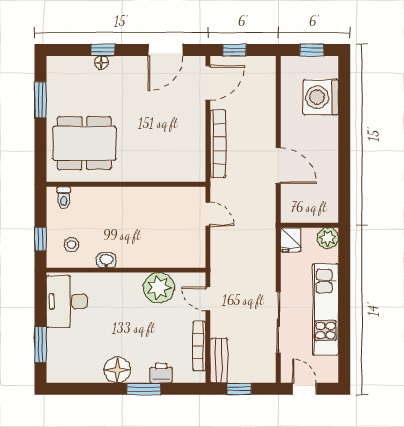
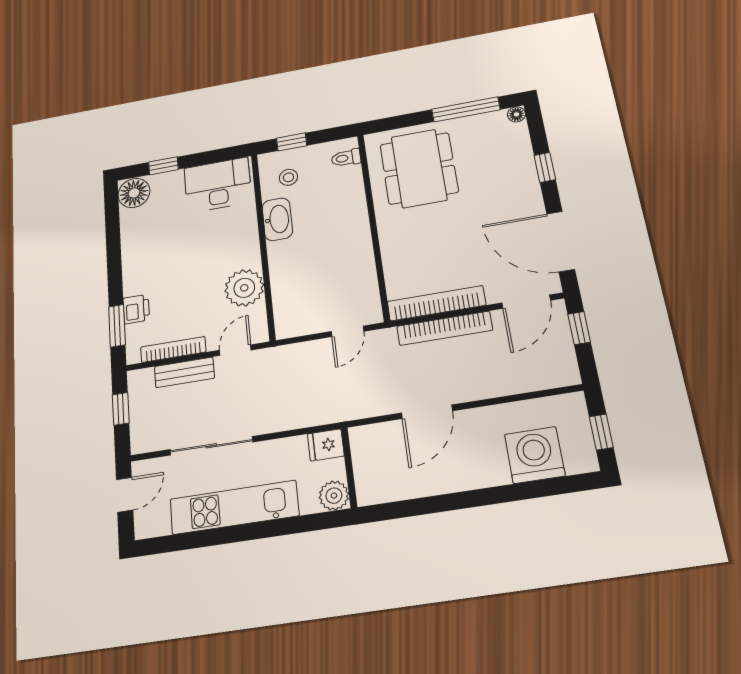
door: (166, 50) -> (561, 241), width x1.36
floor lamp: (101, 63) -> (516, 114), moved
door: (208, 83) -> (526, 302), hinge flipped
window: (40, 100) -> (466, 109), width x1.44
bookcase: (198, 147) -> (436, 303), added
washbasin: (106, 260) -> (277, 219), width x1.91, depth x1.45
window: (40, 344) -> (163, 166), width x0.67
bench: (219, 361) -> (184, 372), moved
floor lamp: (117, 370) -> (134, 193), moved
window: (144, 389) -> (117, 326), moved

